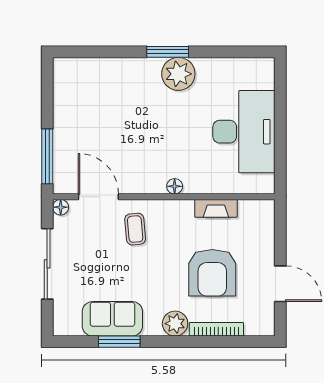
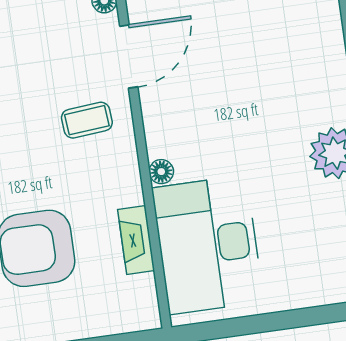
desk: (244, 132) -> (208, 245), moved, turned 90

